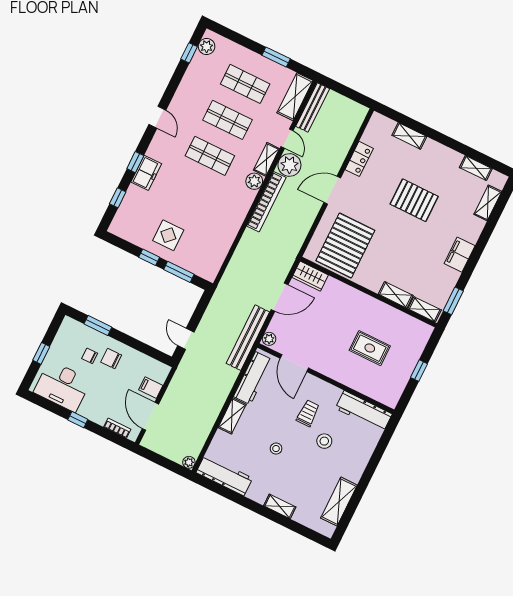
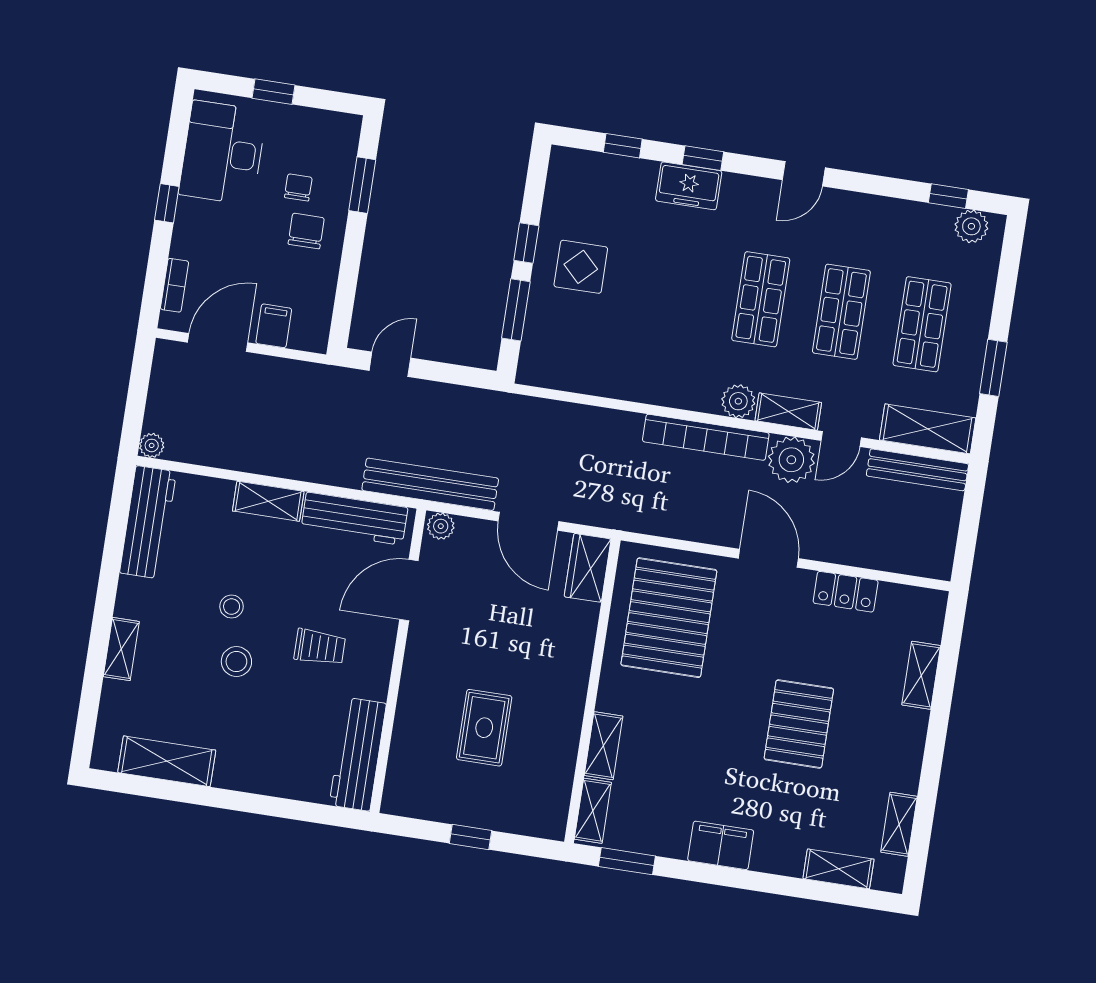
pallet: (345, 245) -> (669, 618), turned 90
stool: (324, 441) -> (236, 662), moved

